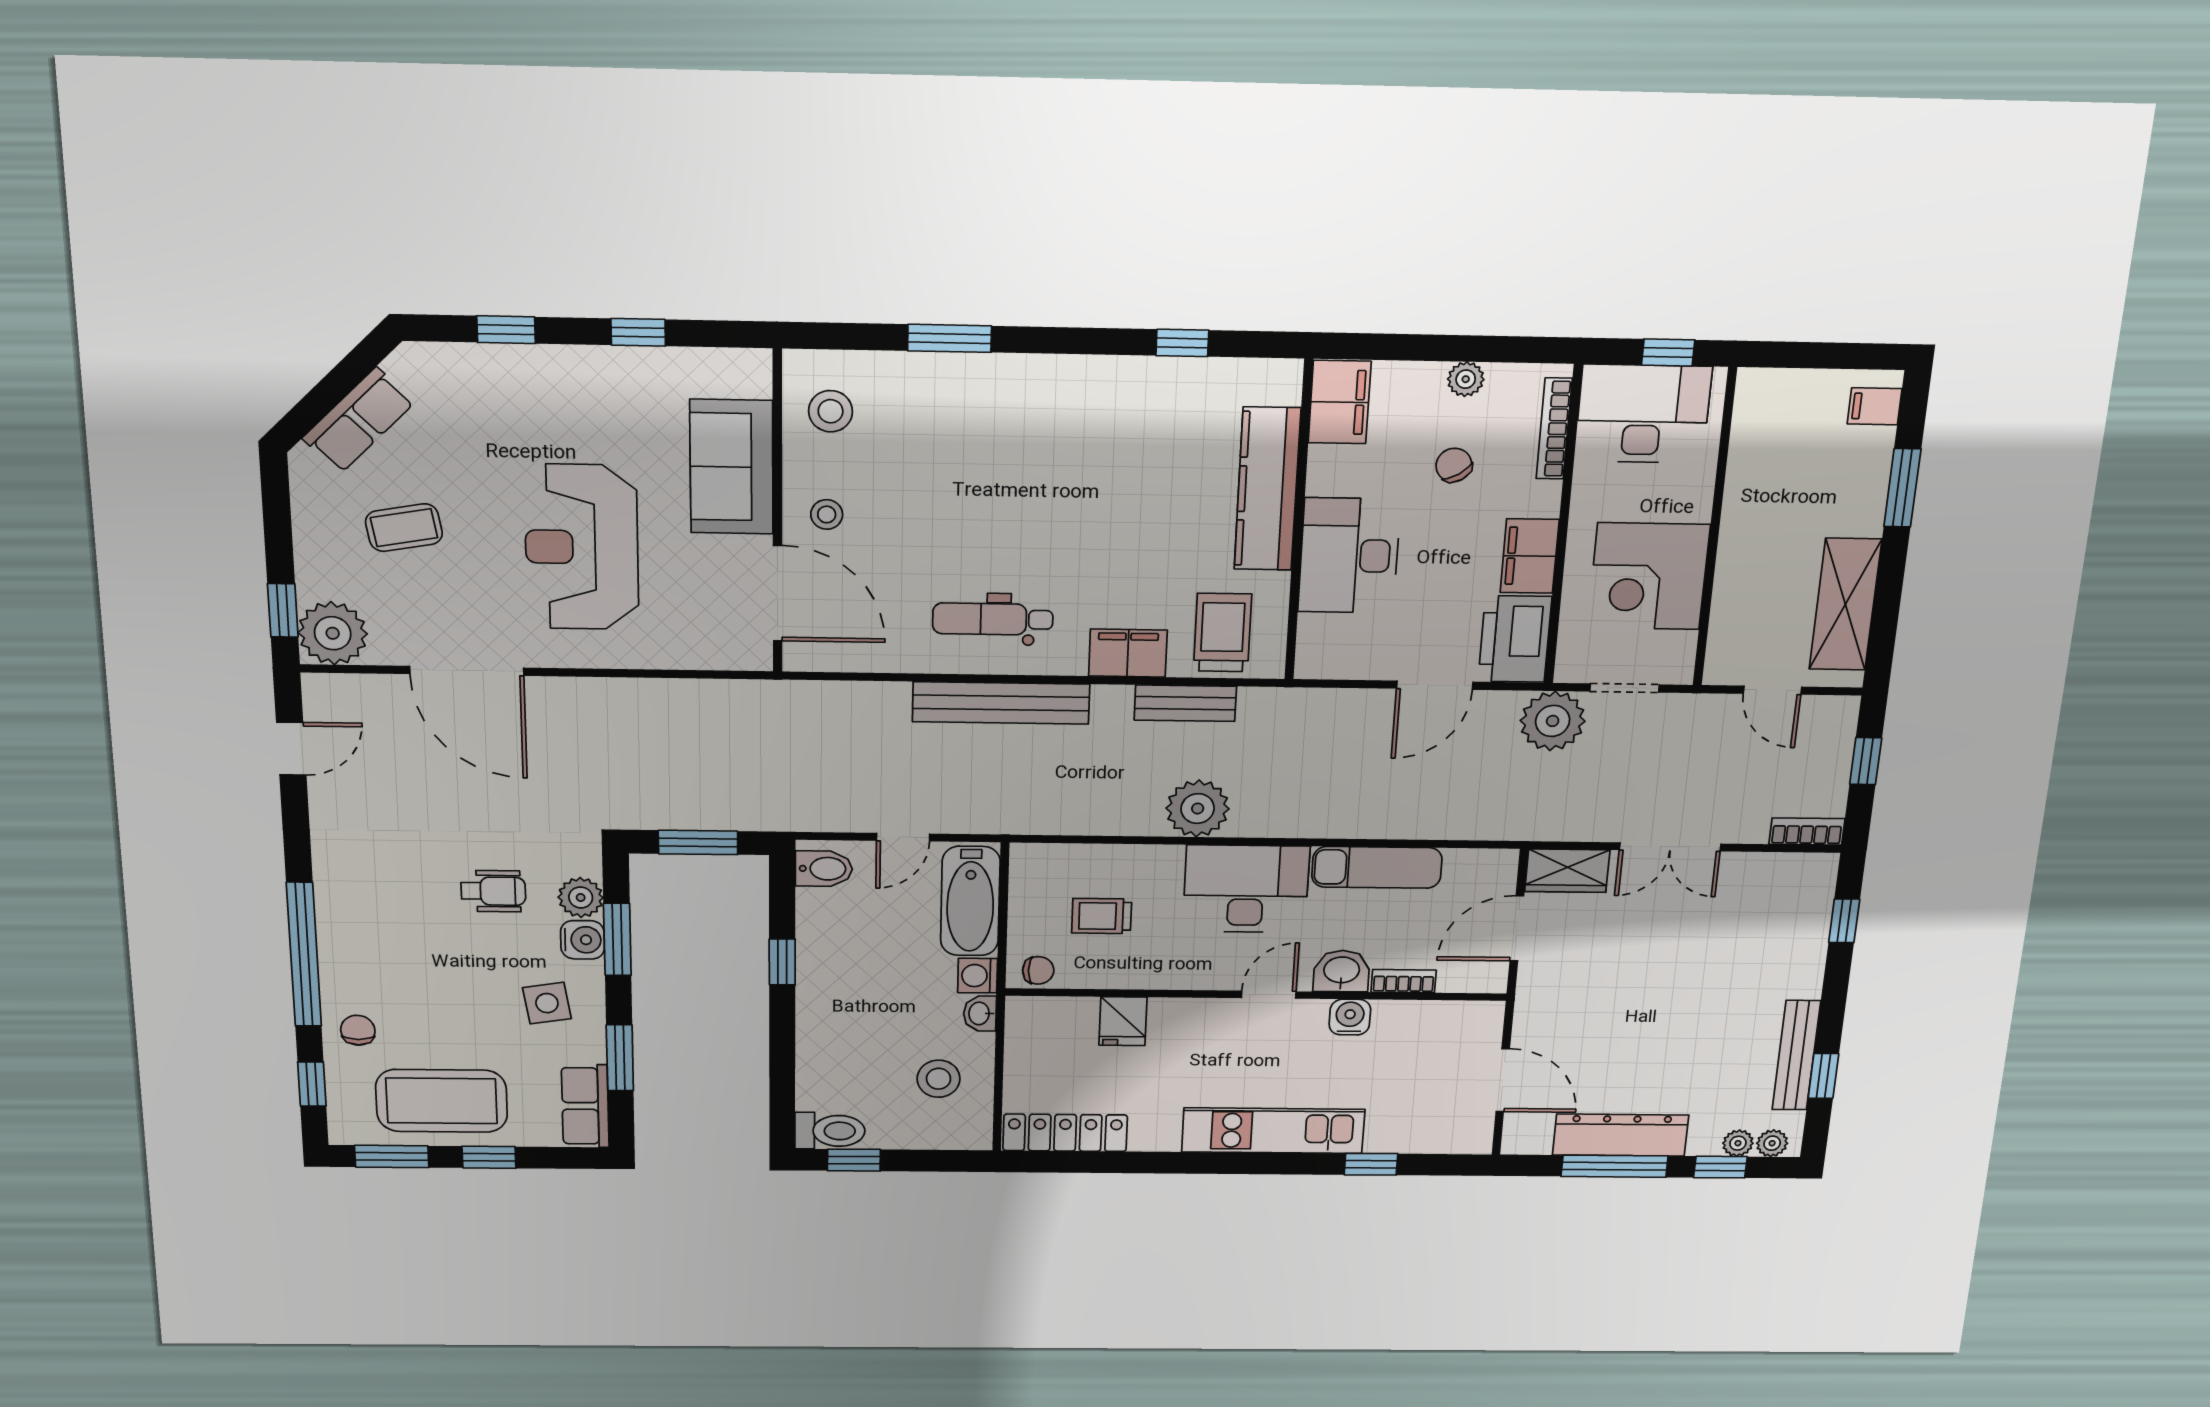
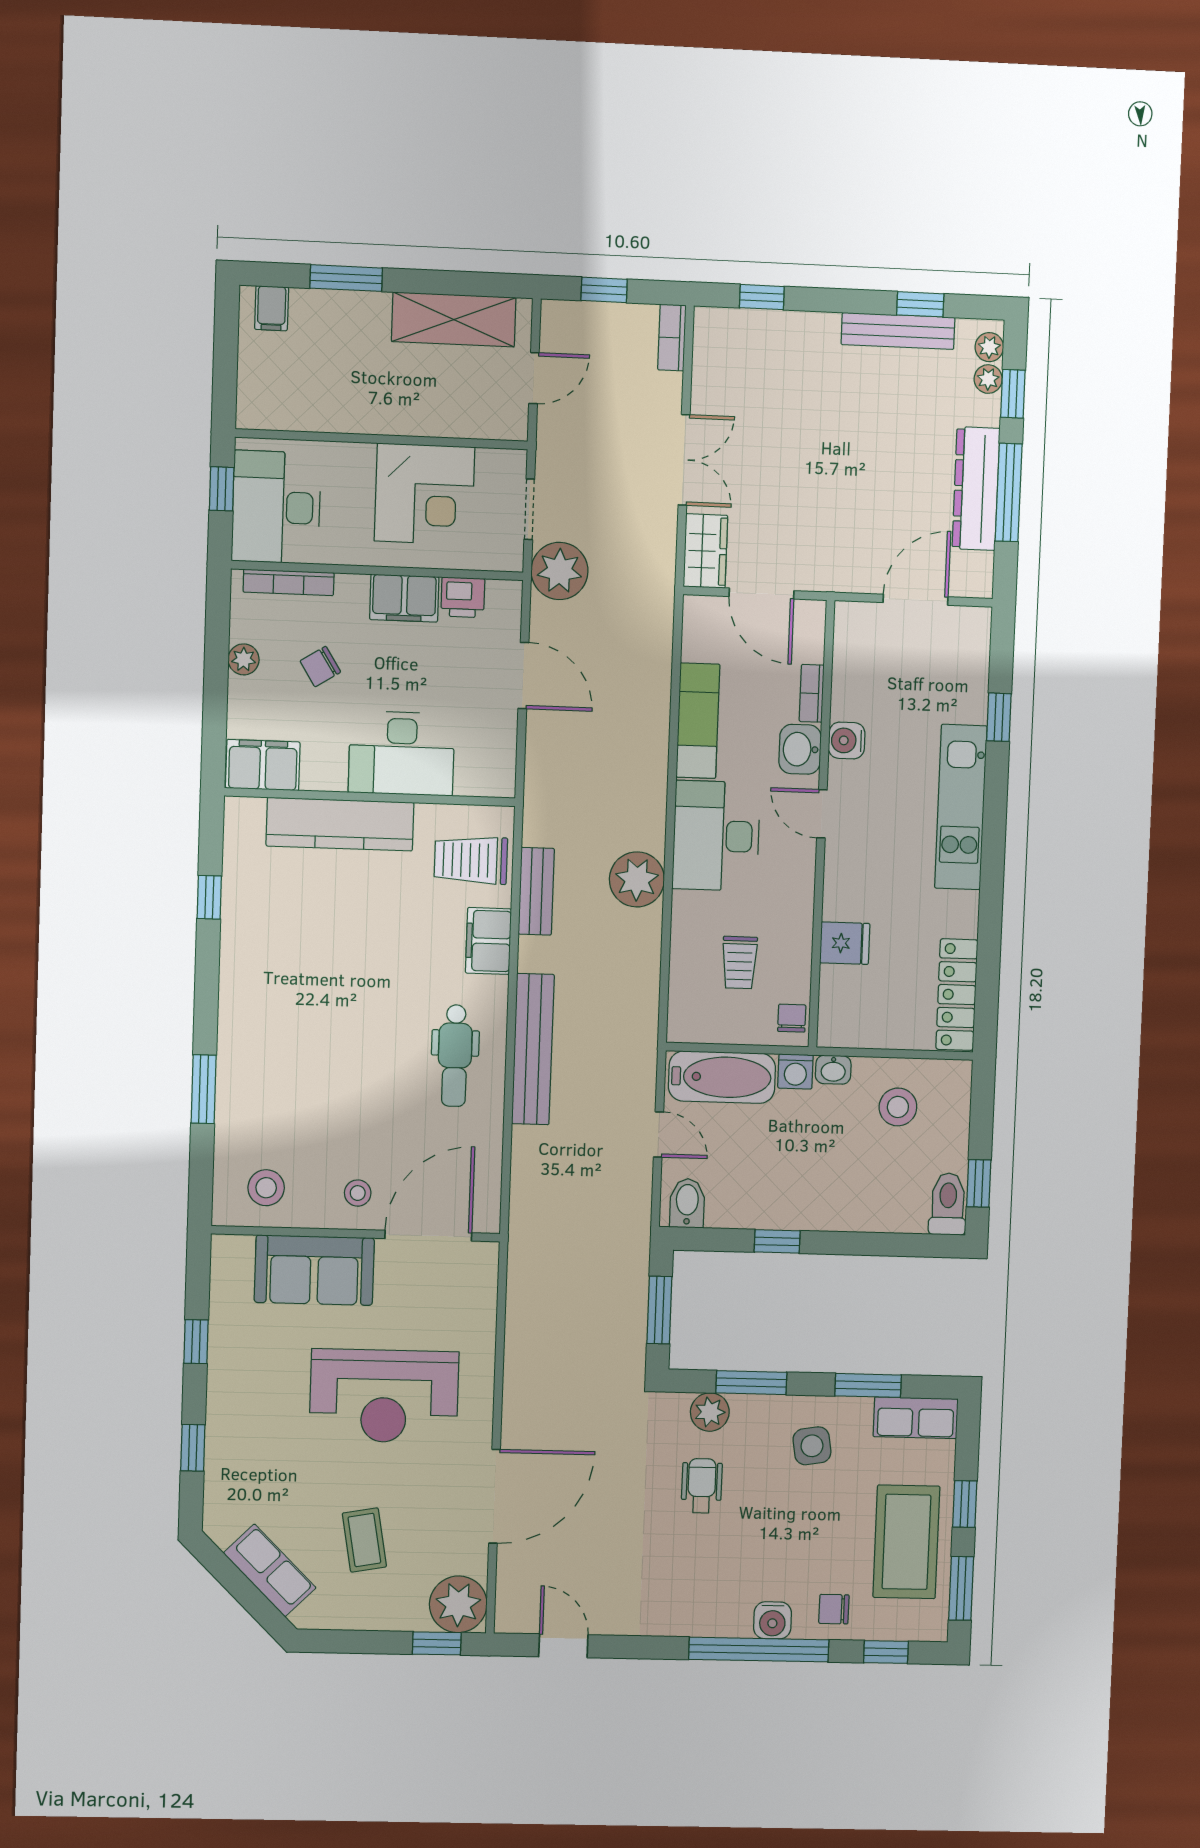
printer: (1515, 639) -> (463, 597), width x0.53, depth x0.68
water cooler: (583, 940) -> (772, 1620), moved, turned 180

